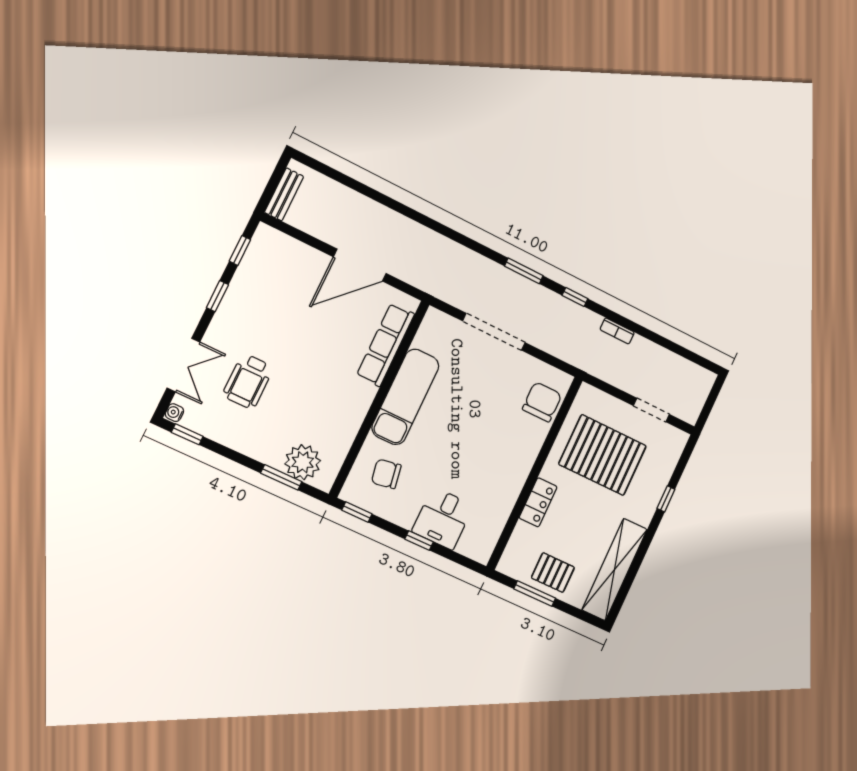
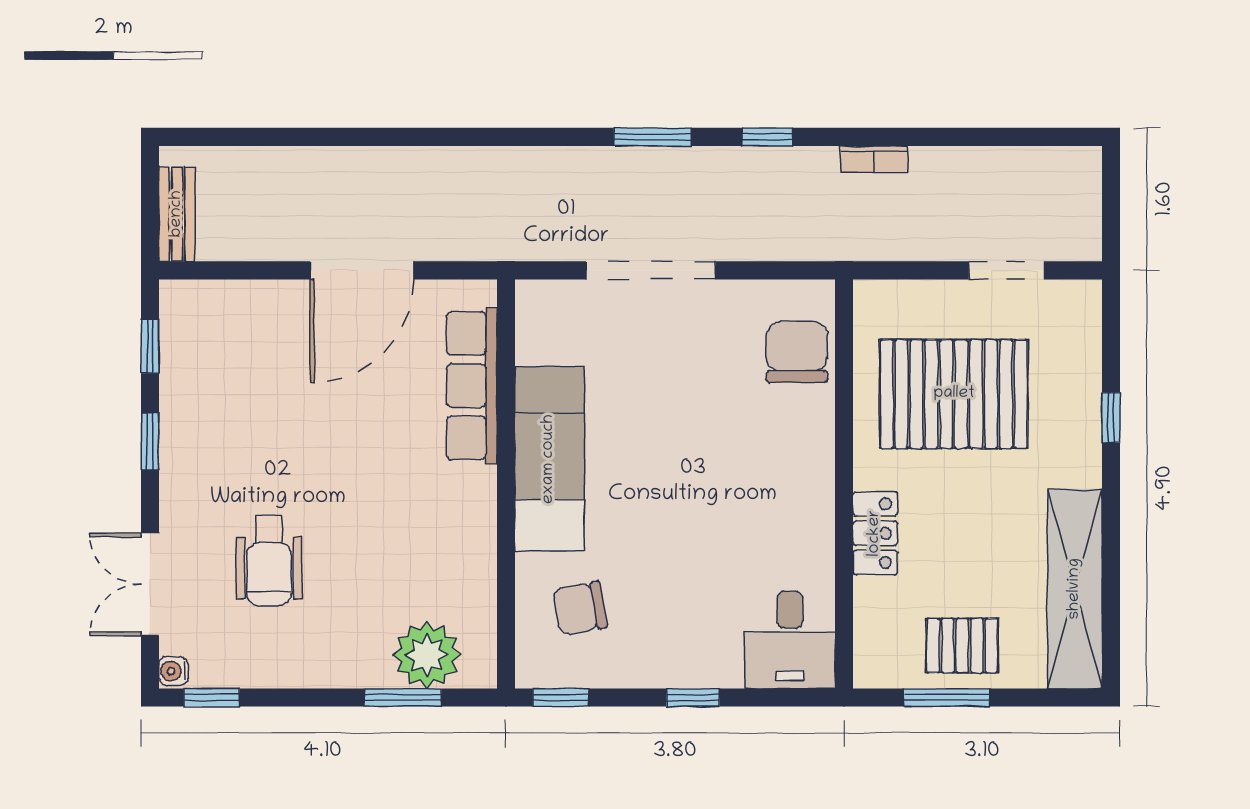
double door: (183, 365) -> (150, 584), swing flipped
desk: (443, 518) -> (790, 640), moved

